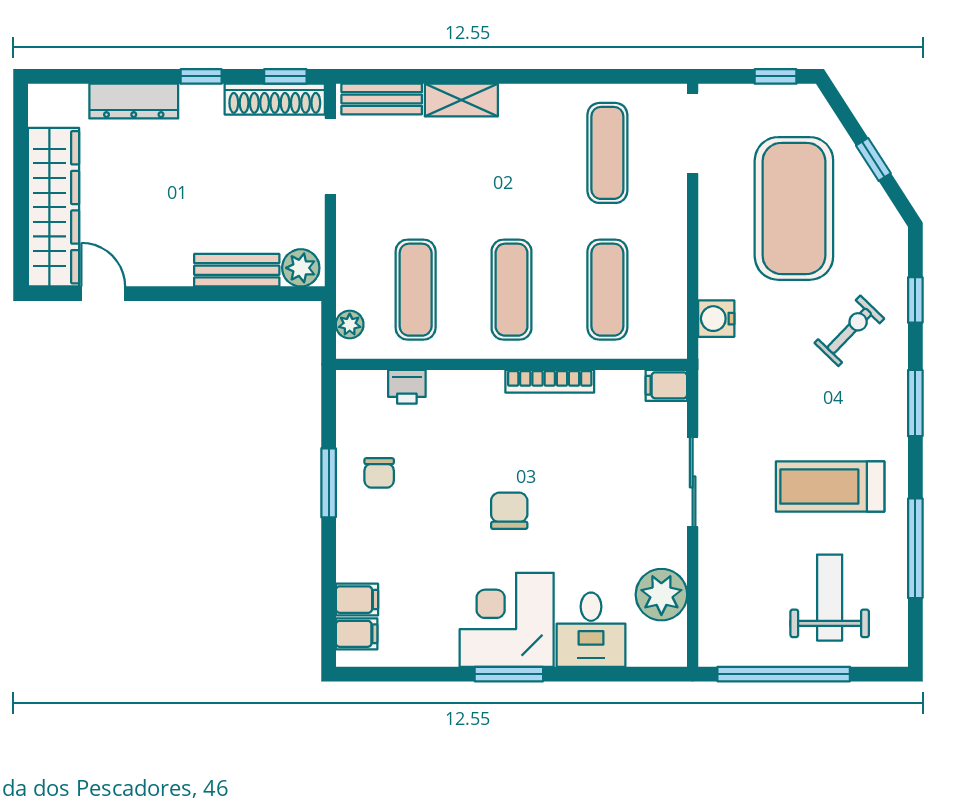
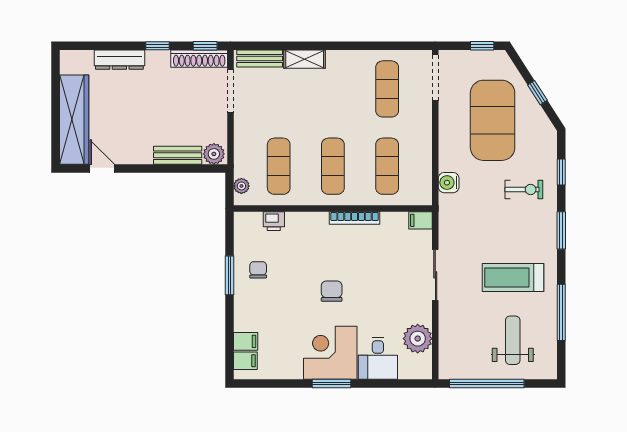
exercise bike: (849, 331) -> (524, 189), turned 46
chair: (379, 473) -> (258, 270), turned 180

